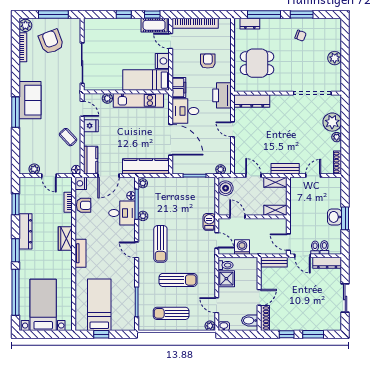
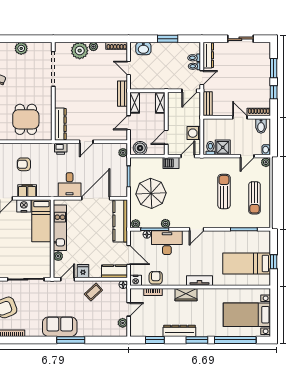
filing cabinet: (179, 88) -> (27, 191), moved
printer: (222, 95) -> (61, 149), width x0.53, depth x0.68
parasol: (176, 200) -> (151, 193), added
desk: (122, 213) -> (167, 243), width x1.37
washbasin: (335, 217) -> (143, 48), moved
sun lounger: (160, 244) -> (191, 208), removed

